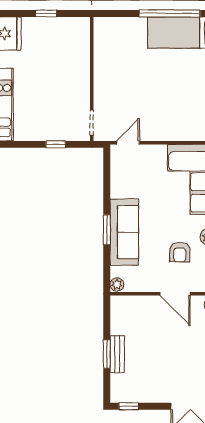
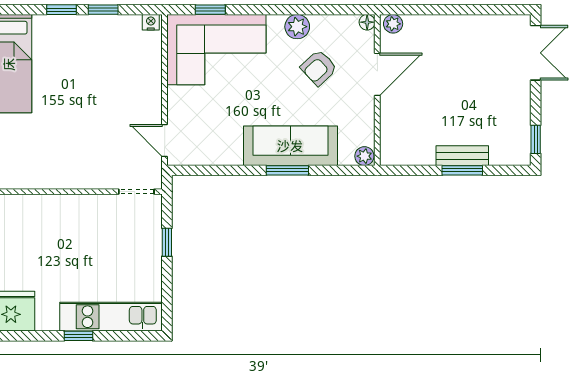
armchair: (180, 252) -> (319, 68), turned 137

